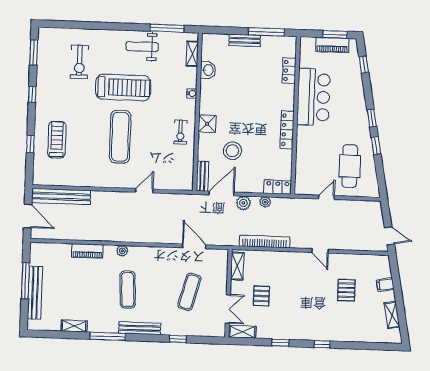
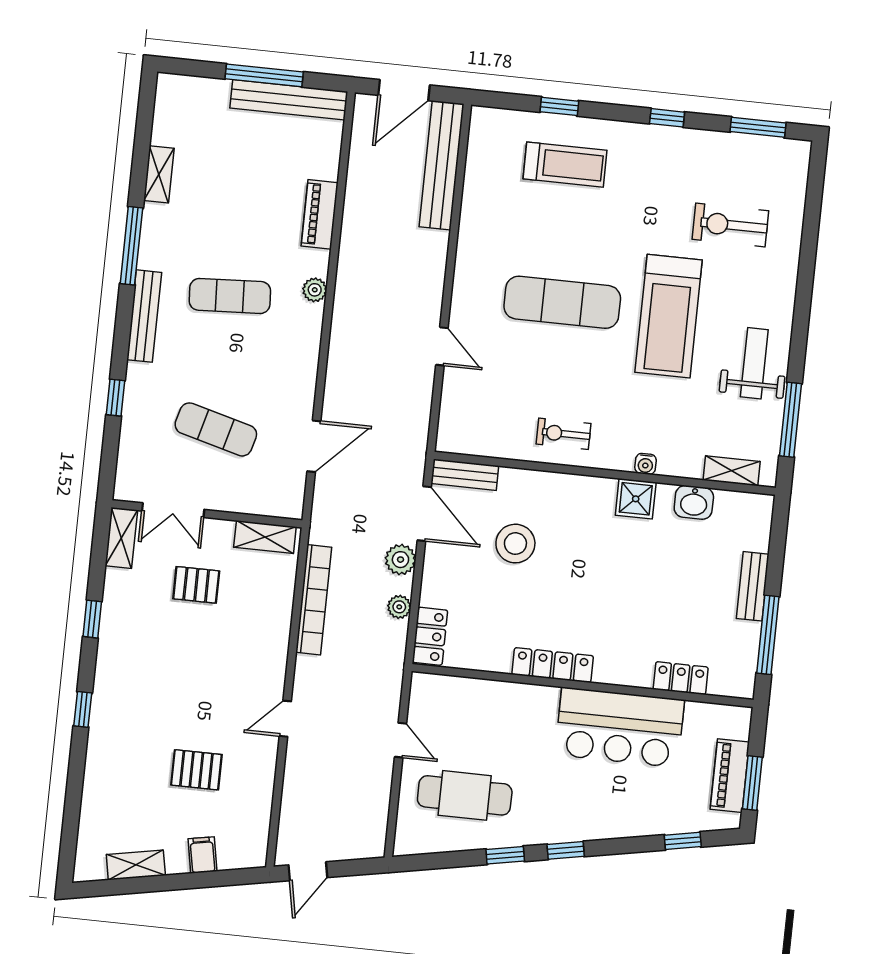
shower: (207, 124) -> (636, 499), moved
bench: (35, 293) -> (289, 100), moved

